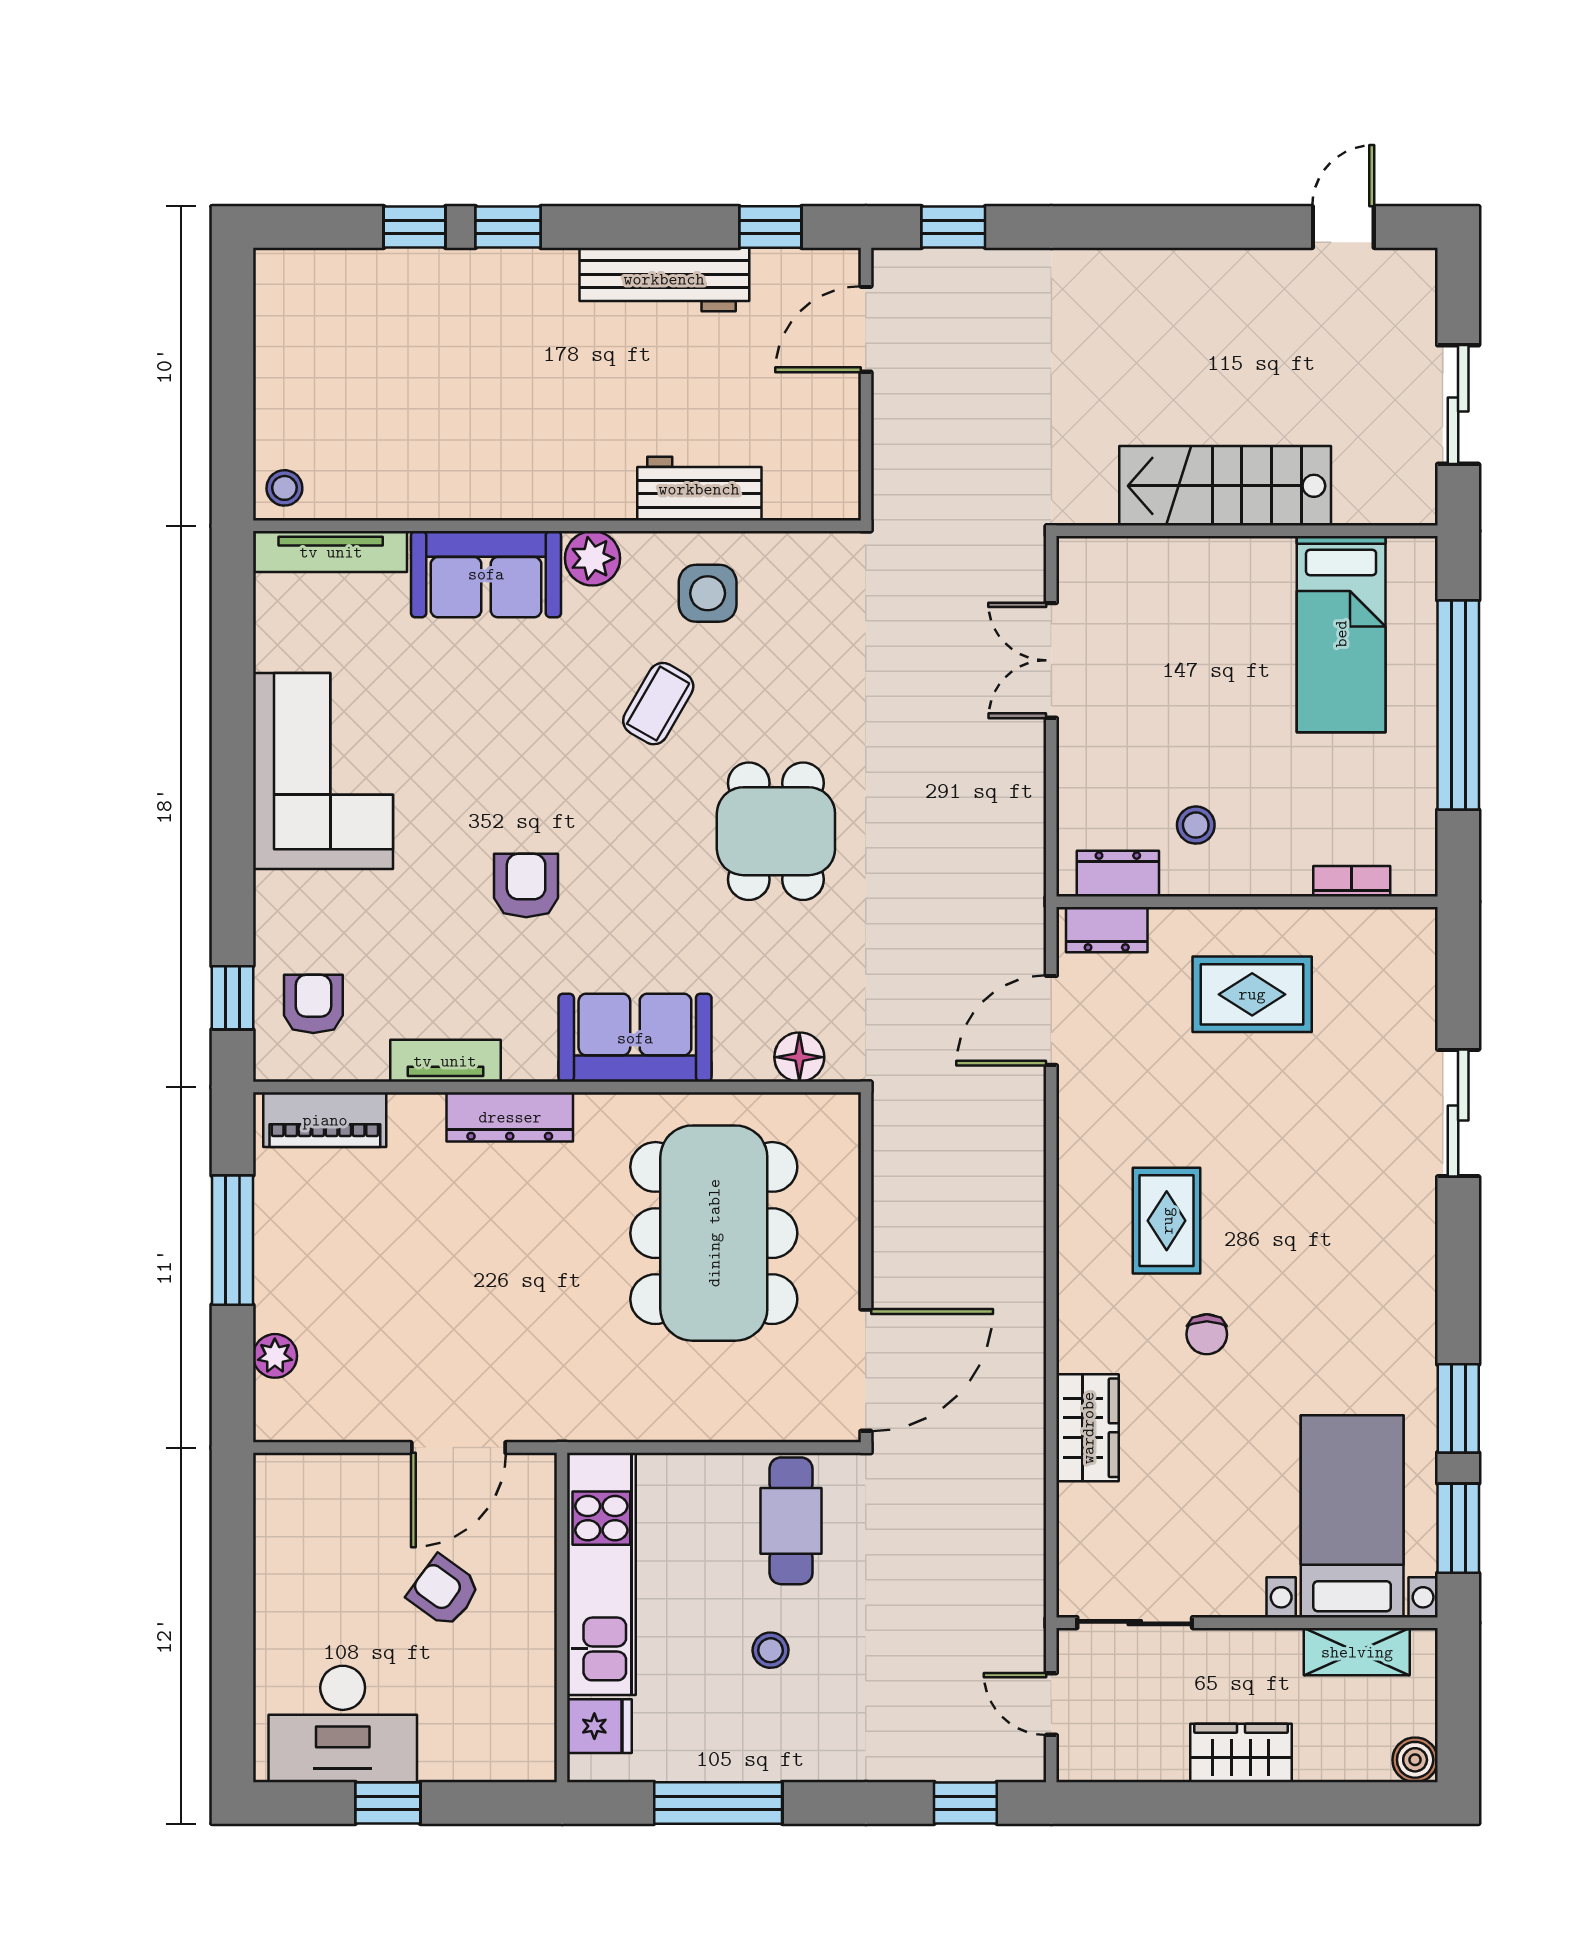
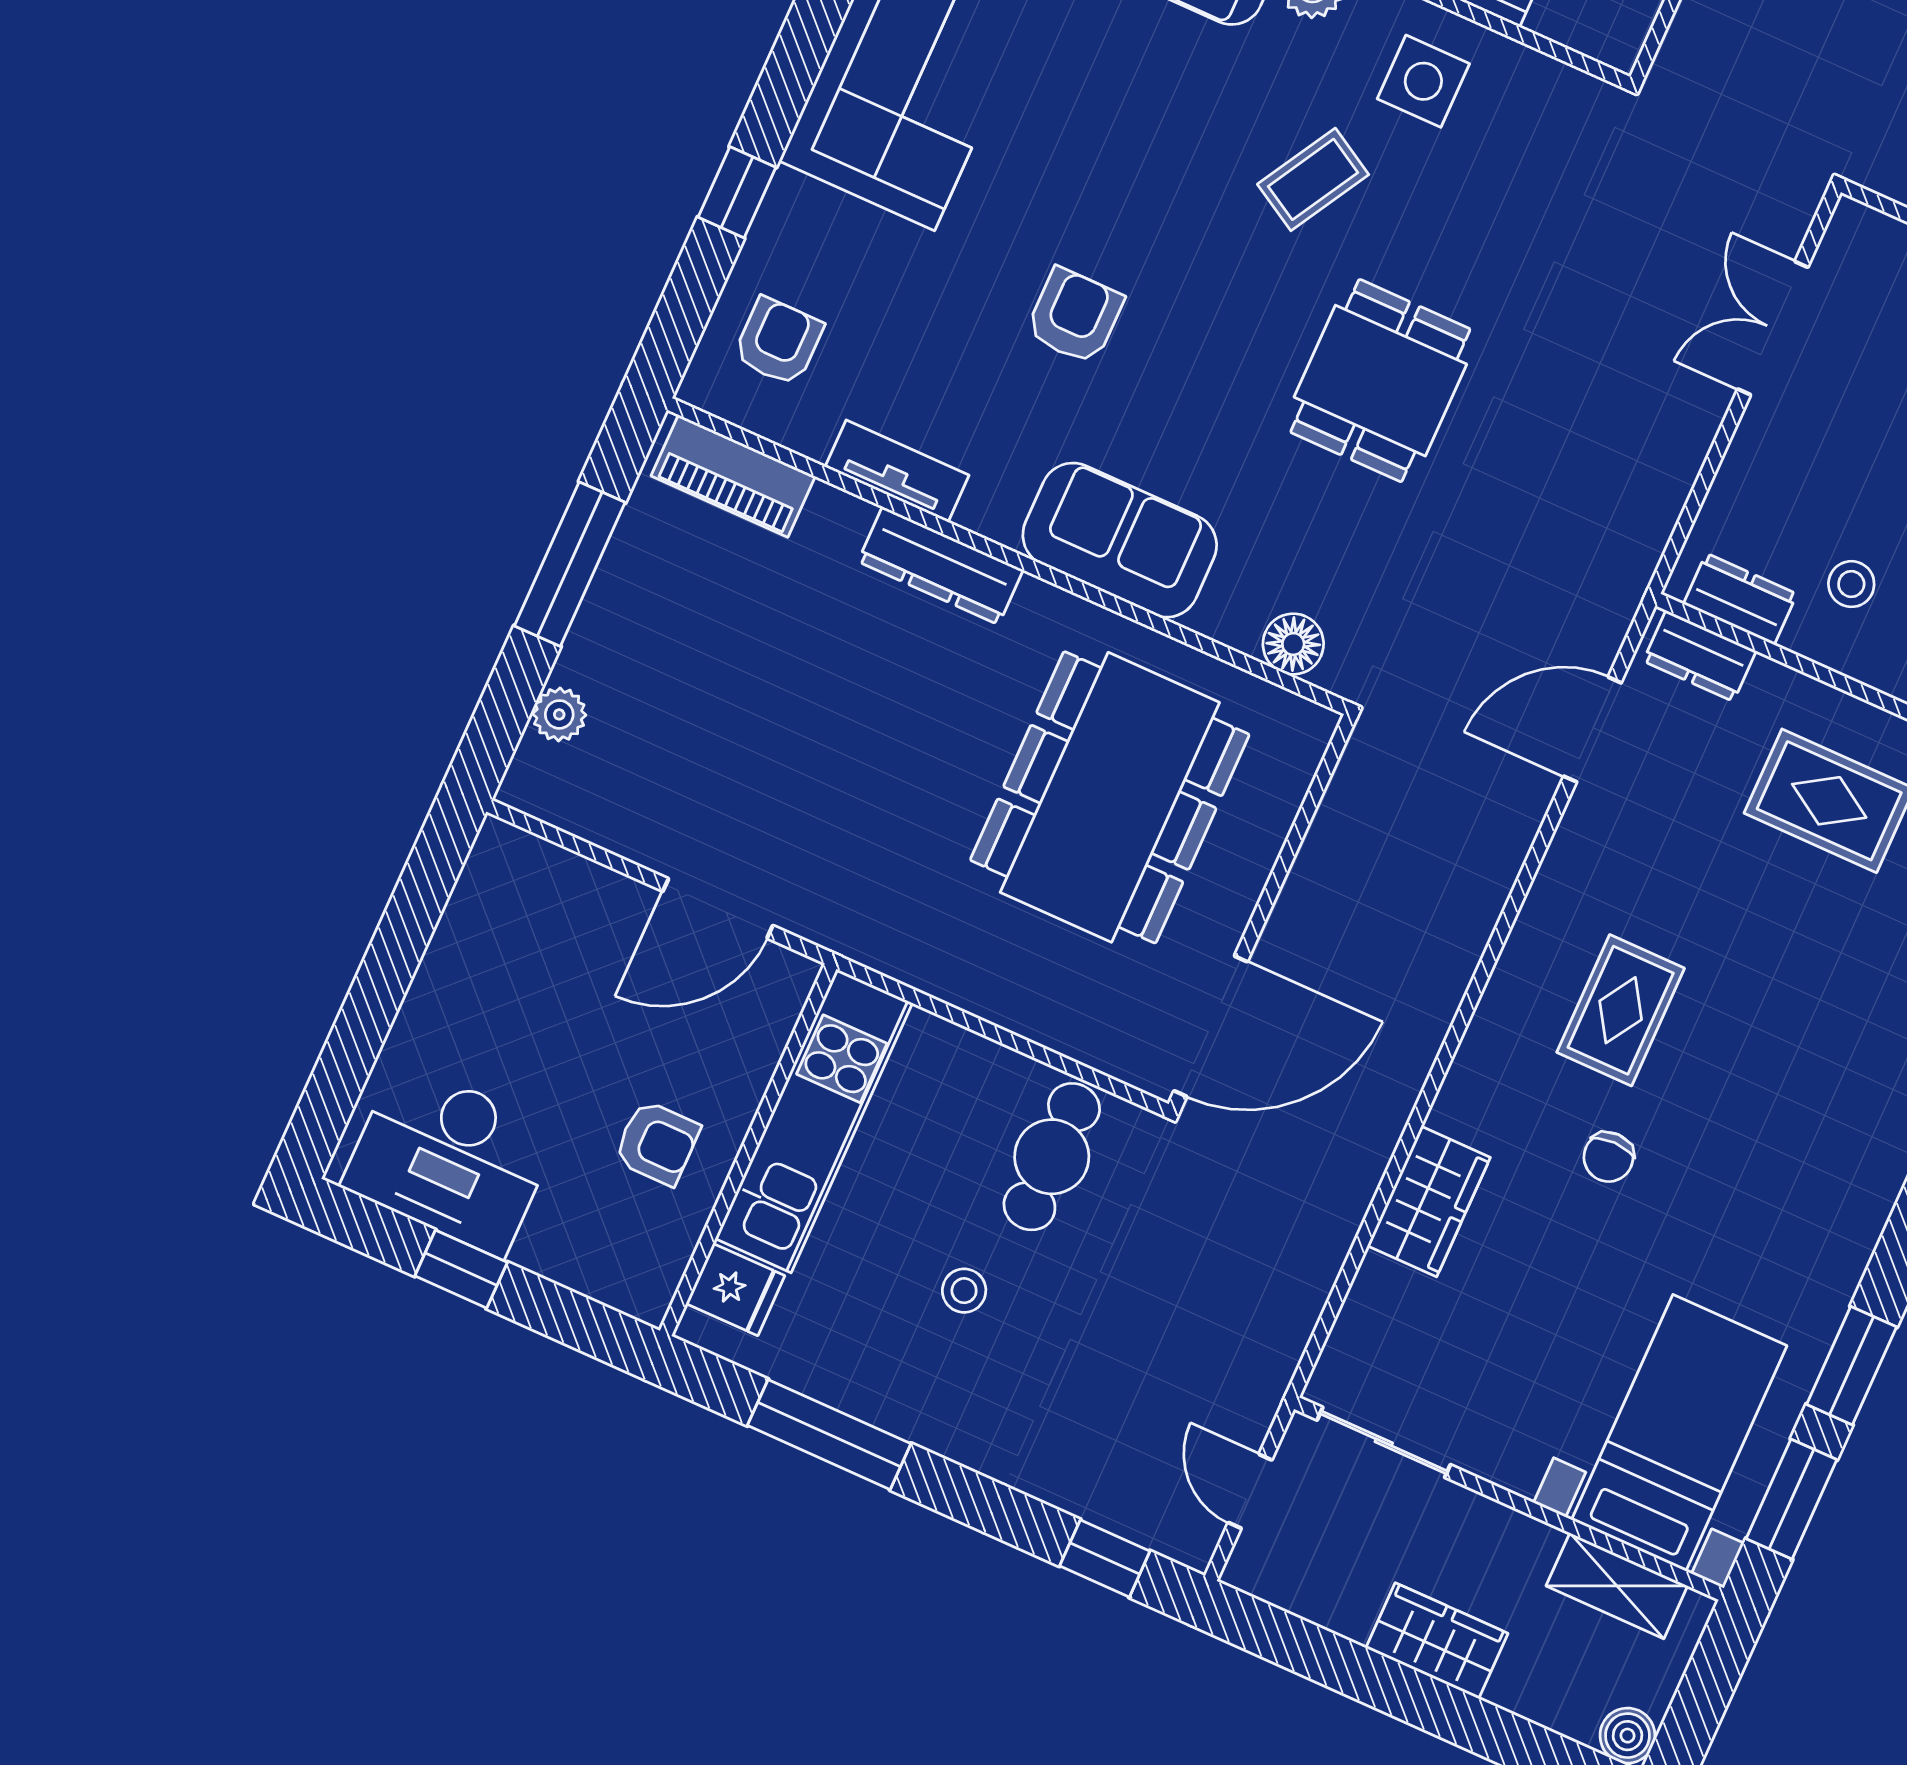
window: (232, 998) -> (737, 192), moved
armchair: (444, 1591) -> (657, 1143), moved, turned 144

